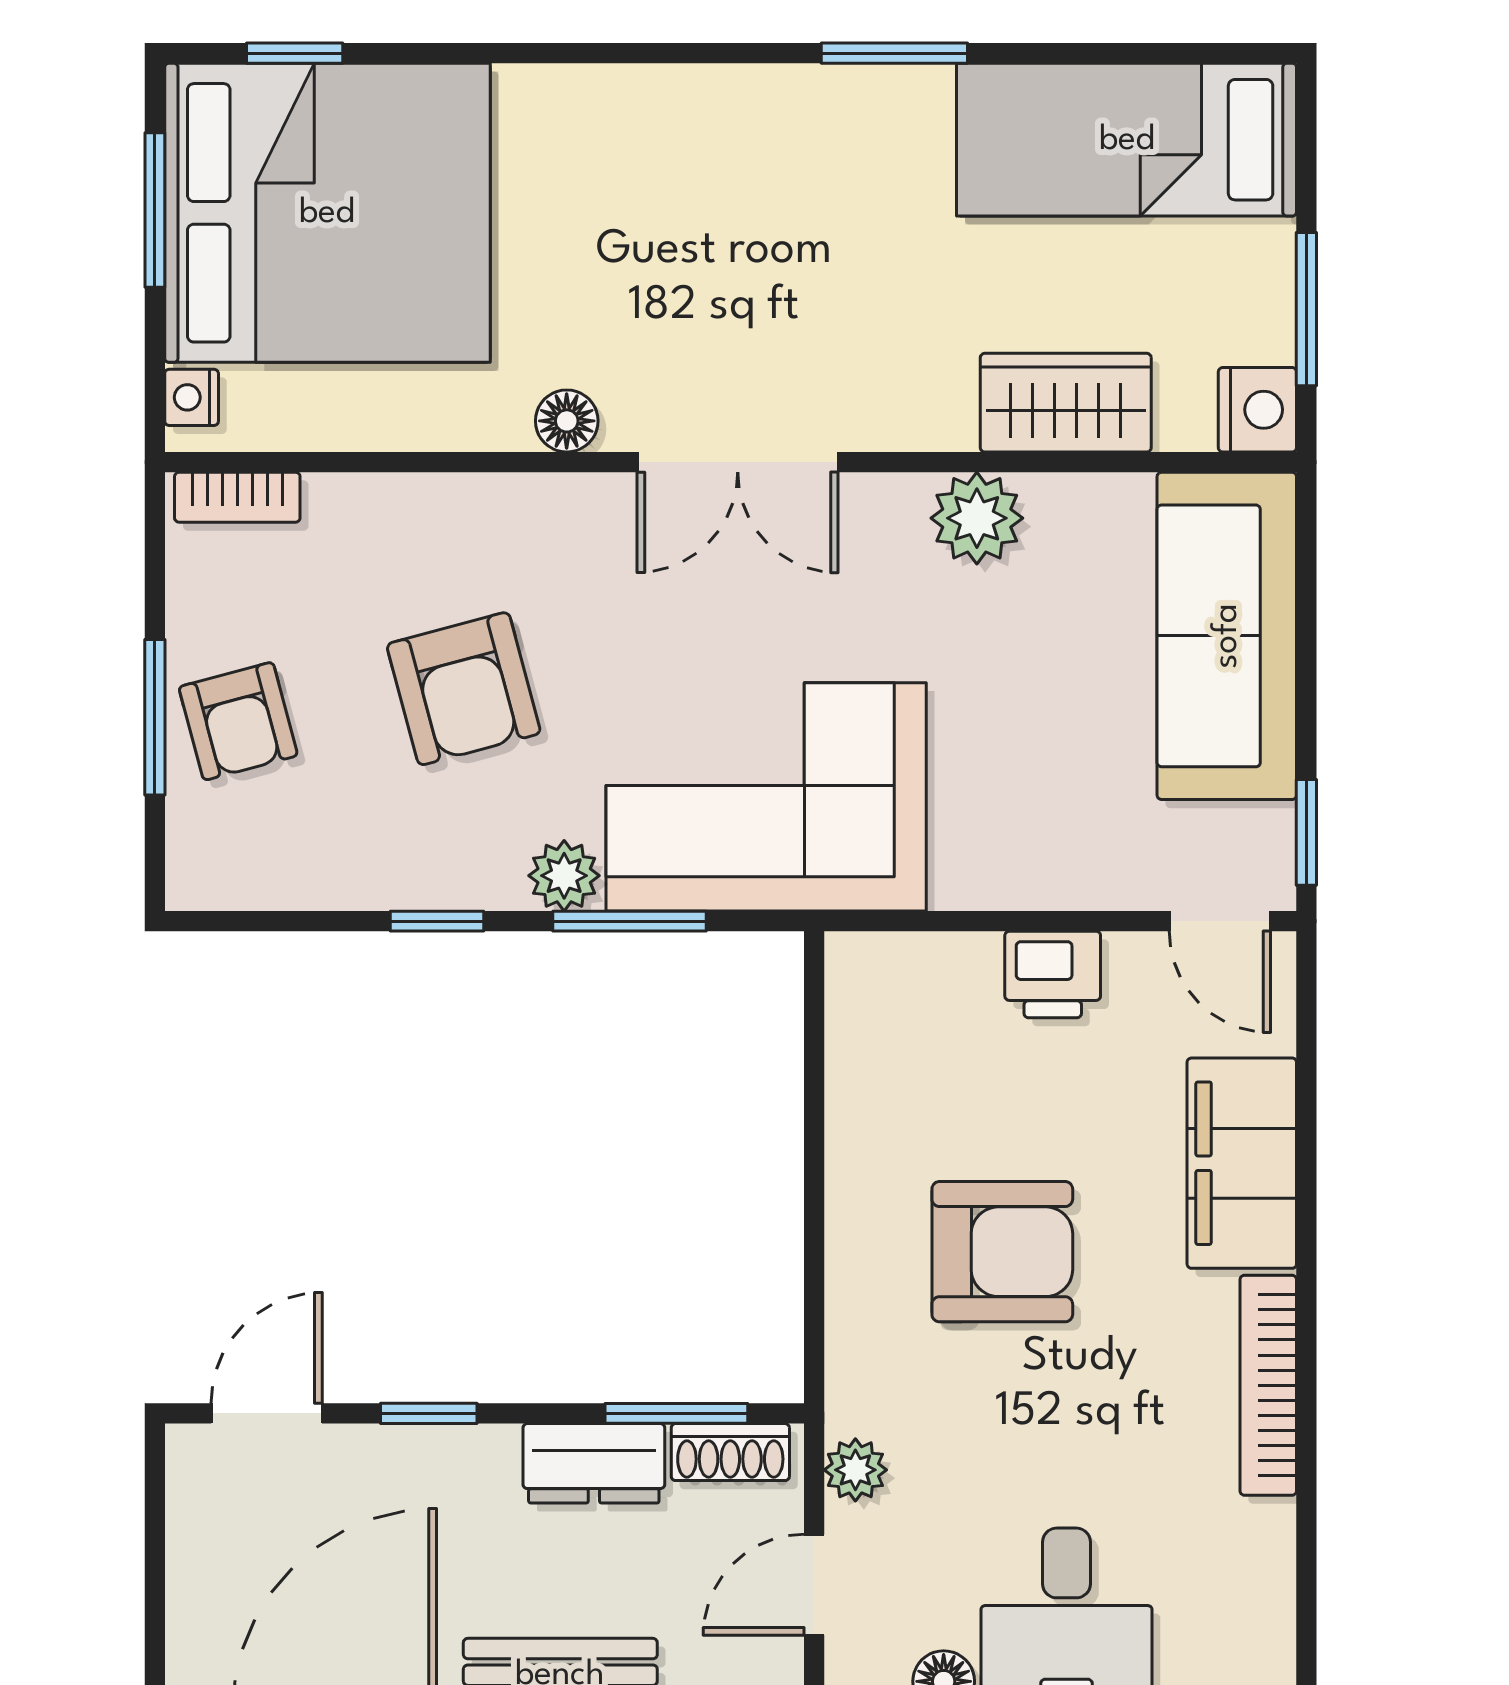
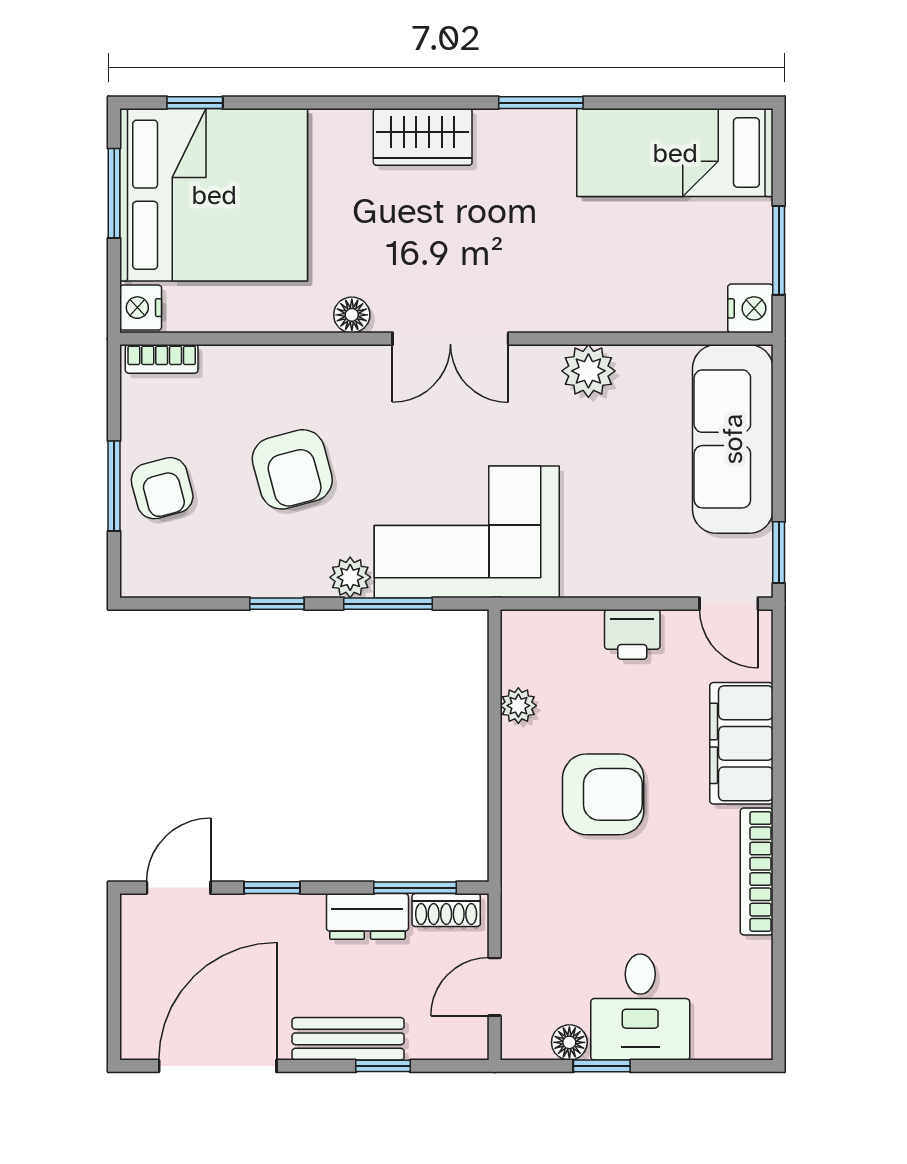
nightstand: (192, 397) -> (141, 308), width x1.39, depth x1.35
wardrobe: (1066, 403) -> (423, 137), moved, turned 180
plant: (855, 1470) -> (518, 706), moved

